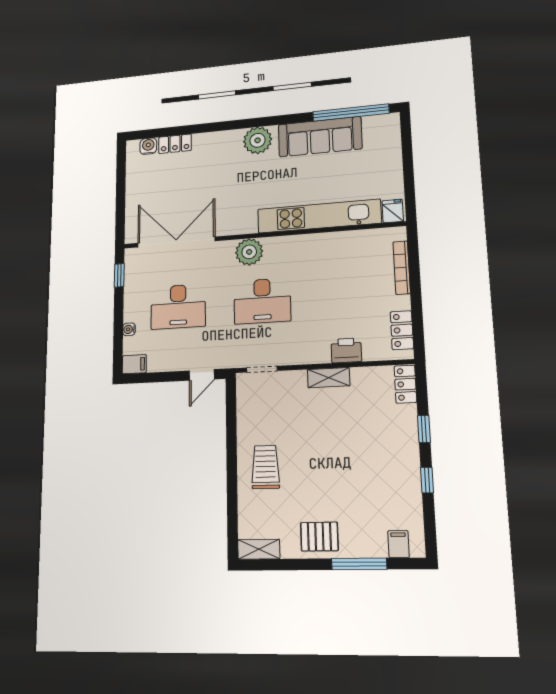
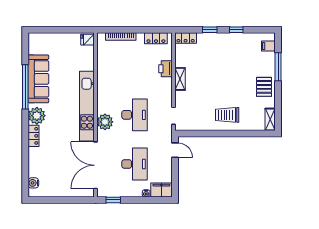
window: (351, 113) -> (25, 87), moved
locker: (175, 144) -> (34, 136), moved
kitchen unit: (319, 216) -> (87, 106), moved
filing cabinet: (134, 364) -> (161, 190), width x2.00

